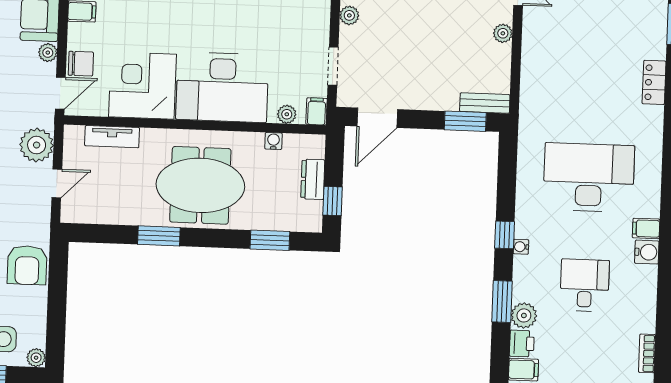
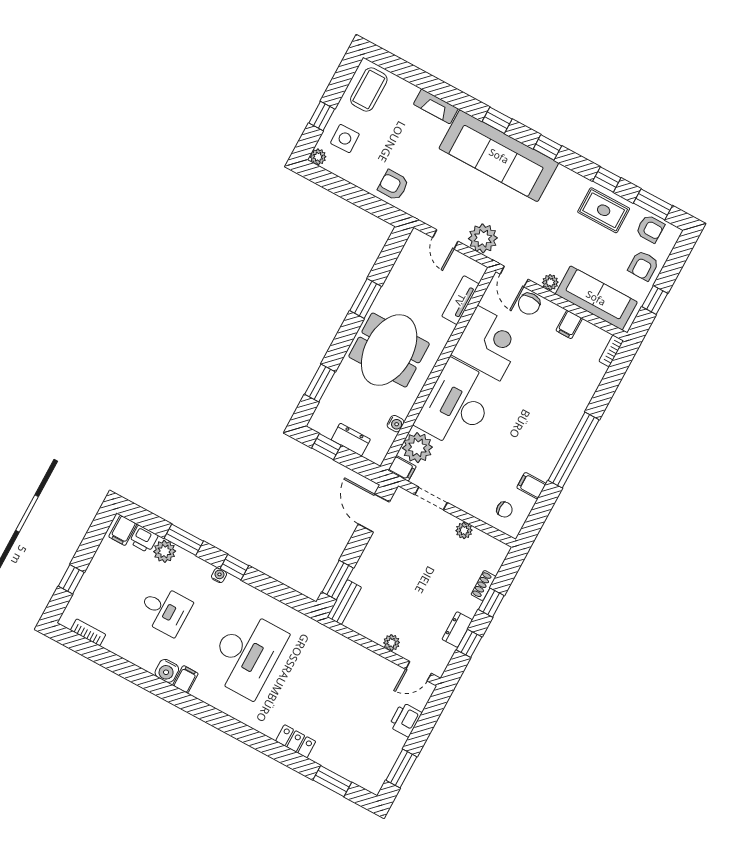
plant: (287, 114) -> (417, 448), width x1.88, depth x1.88
armchair: (27, 265) -> (393, 185), width x0.72, depth x0.72

